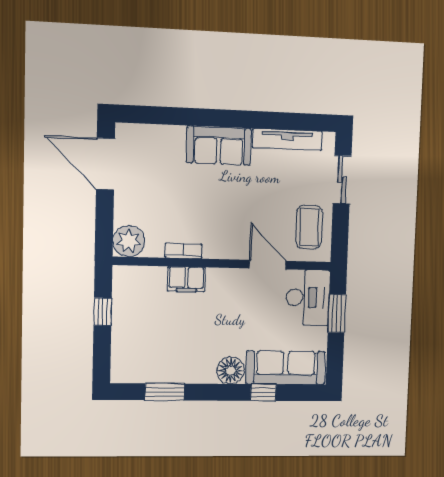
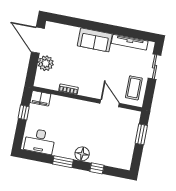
plant: (129, 241) -> (46, 63), moved
filing cabinet: (186, 279) -> (40, 98), moved
desk: (308, 298) -> (40, 141), moved, turned 90
sofa: (286, 368) -> (110, 158), removed
window: (165, 392) -> (63, 162), moved

